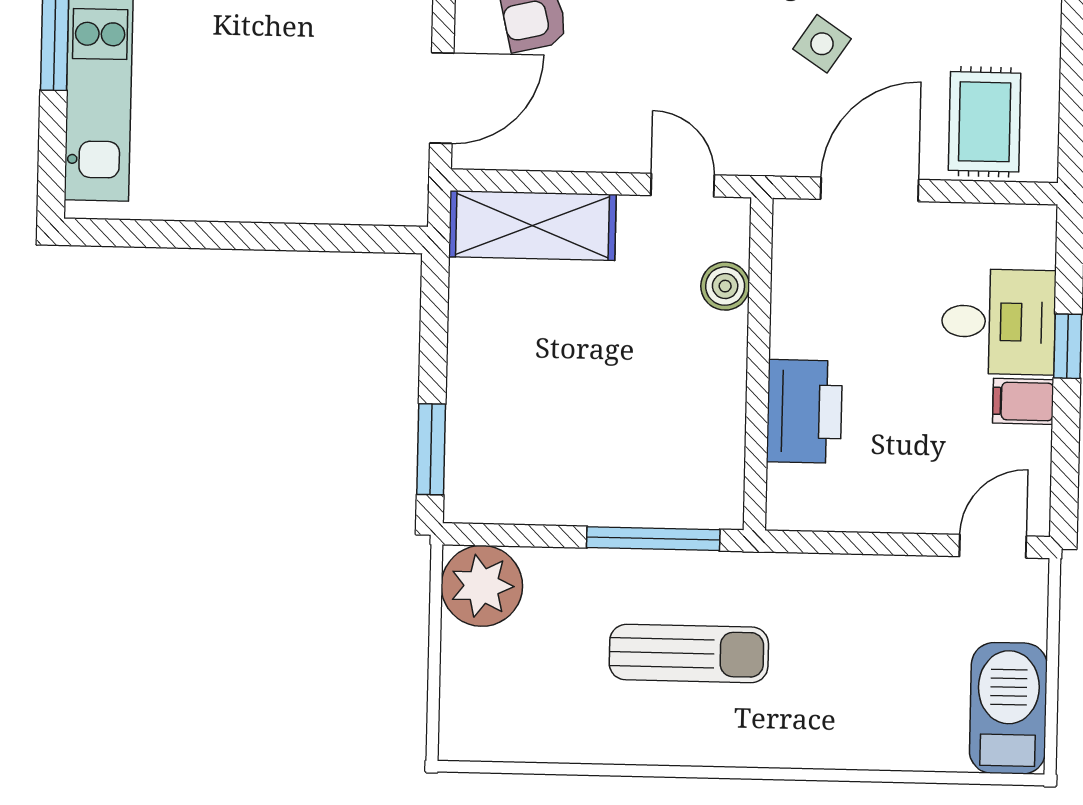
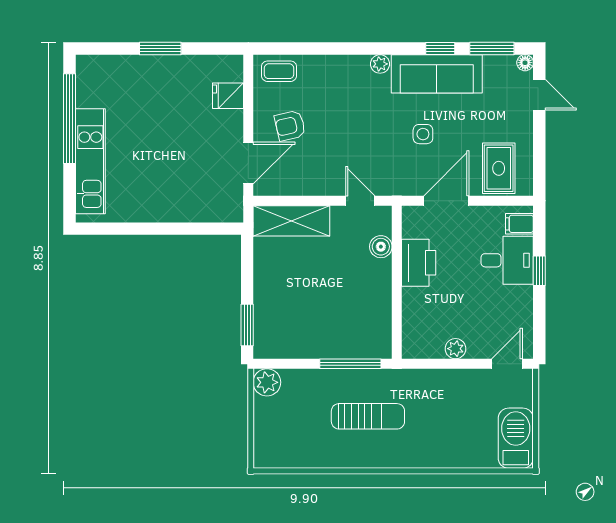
side table: (822, 44) -> (423, 134), turned -34
filing cabinet: (1023, 401) -> (519, 224), moved
printer: (804, 411) -> (419, 263), moved
plant: (882, 511) -> (455, 349), added
plant: (482, 586) -> (267, 382), width x0.73, depth x0.73

